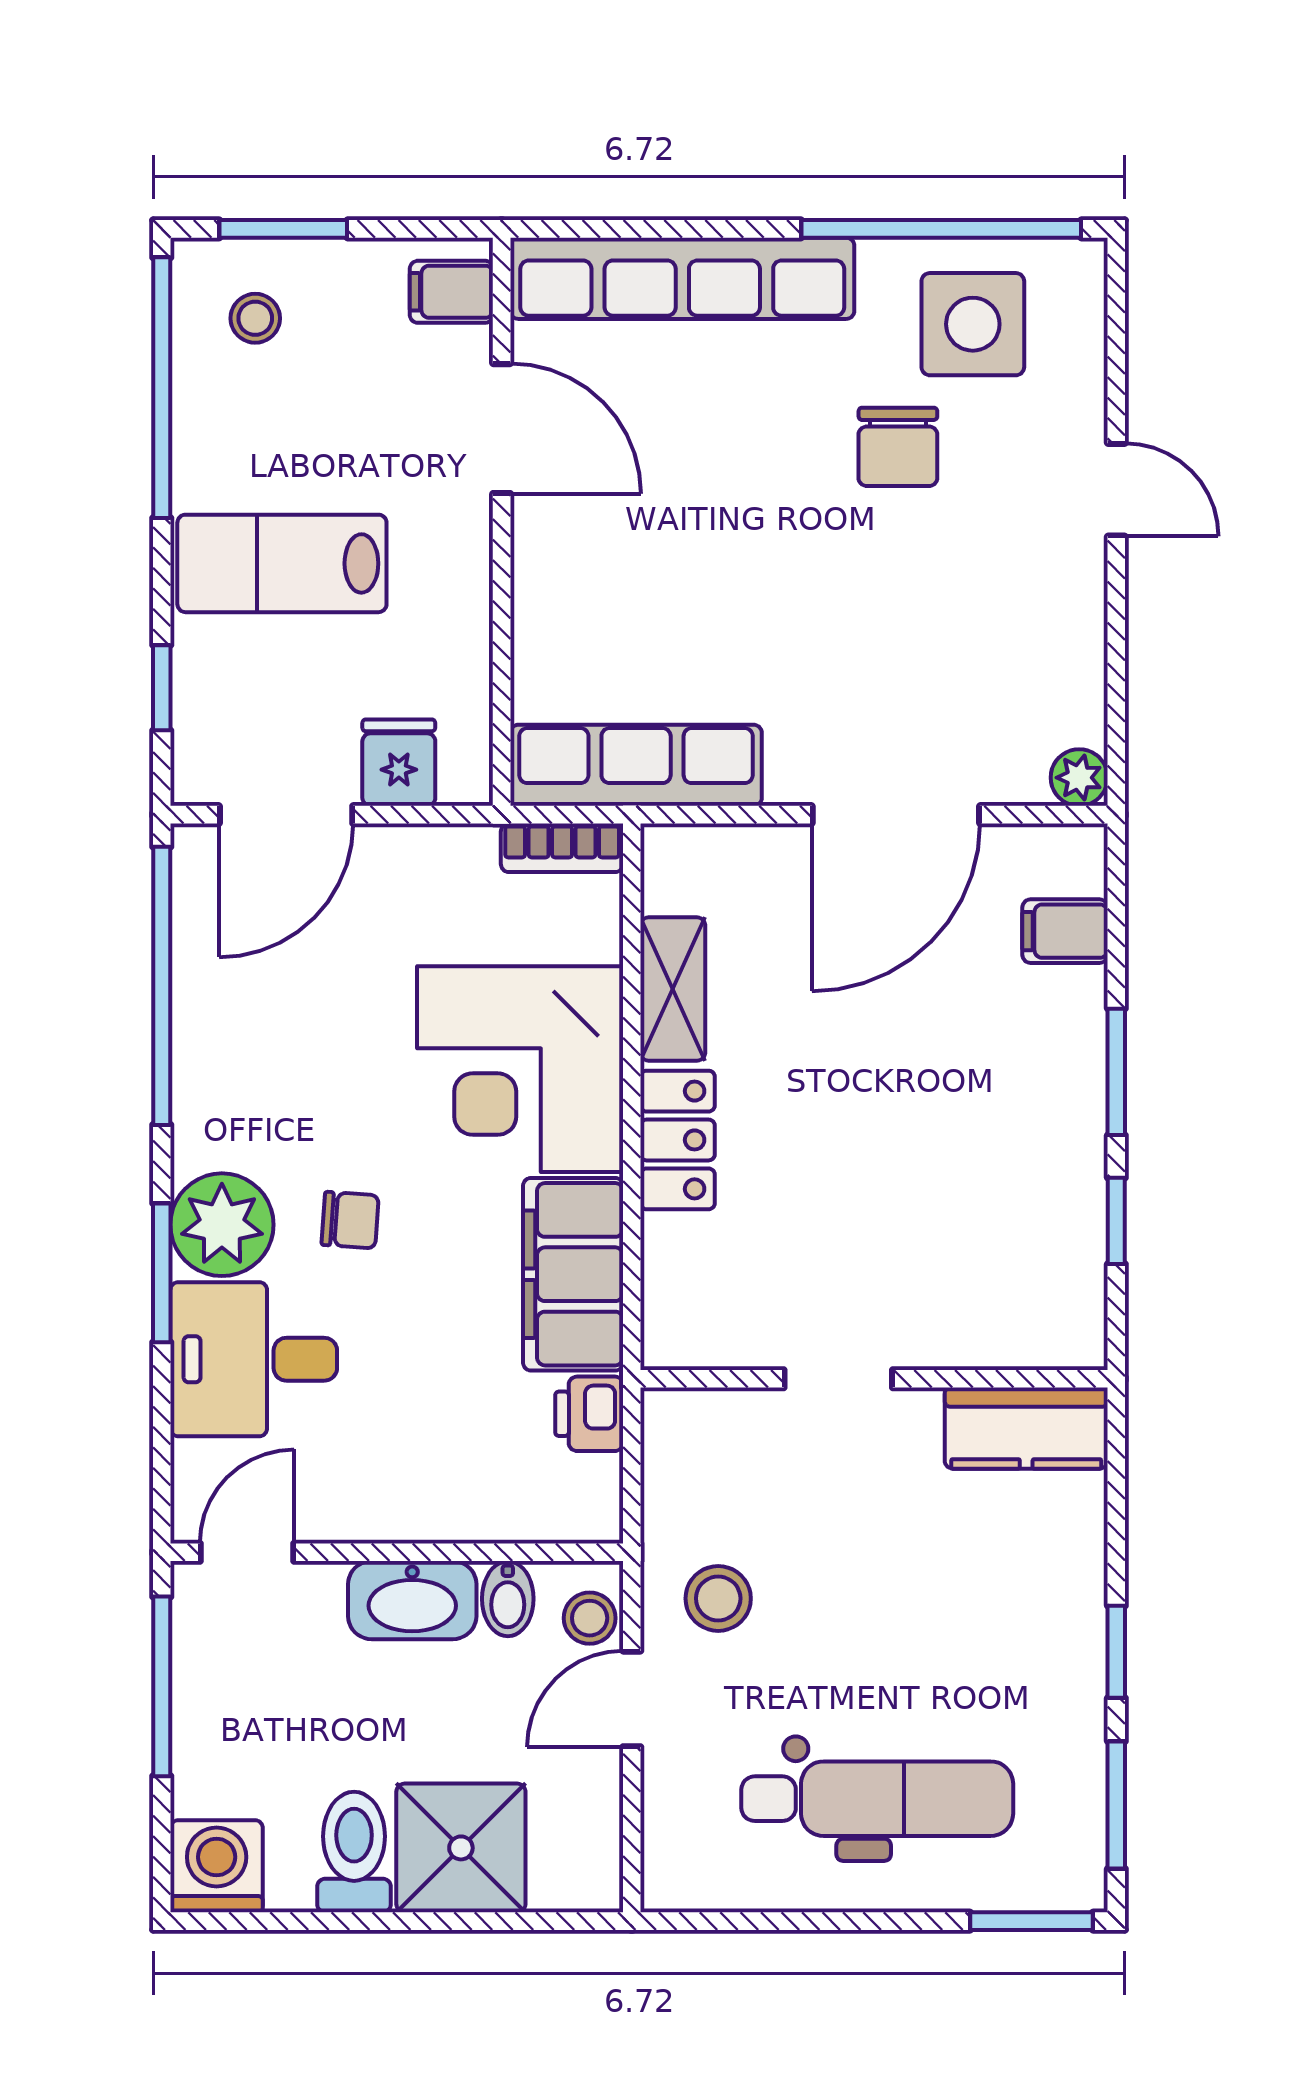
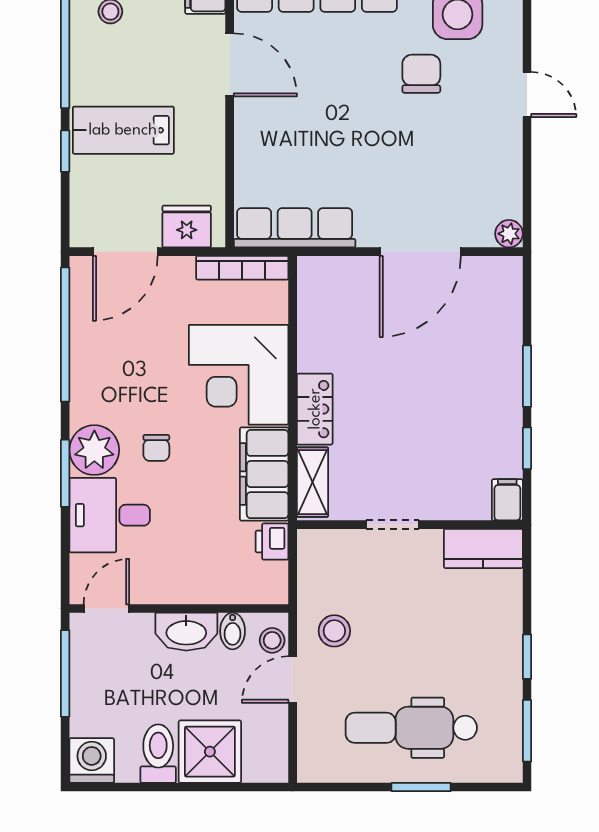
chair: (898, 447) -> (421, 74), turned 180
window: (162, 688) -> (65, 151), moved
fridge: (399, 763) -> (187, 227), width x1.38
bookcase: (562, 848) -> (242, 268), width x1.56
filing cabinet: (1065, 931) -> (507, 500), moved, turned 90
shelving: (673, 989) -> (312, 482), moved
chair: (350, 1220) -> (156, 448), turned 86
dental chair: (877, 1799) -> (411, 728), turned 180
window: (1031, 1921) -> (421, 787), moved

